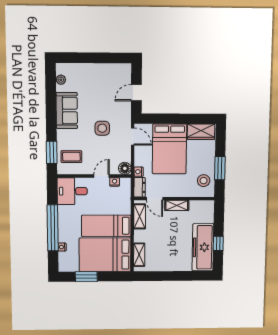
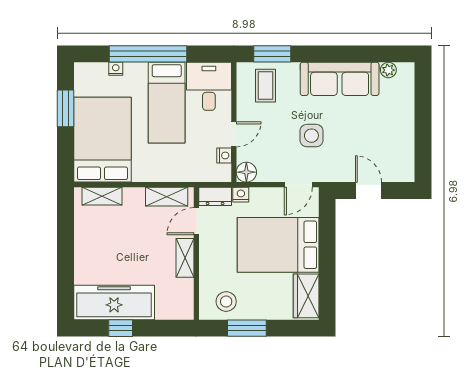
sofa: (67, 111) -> (340, 79), width x1.36
door: (102, 176) -> (234, 134), hinge flipped
bed: (106, 226) -> (167, 103), moved, turned 180

